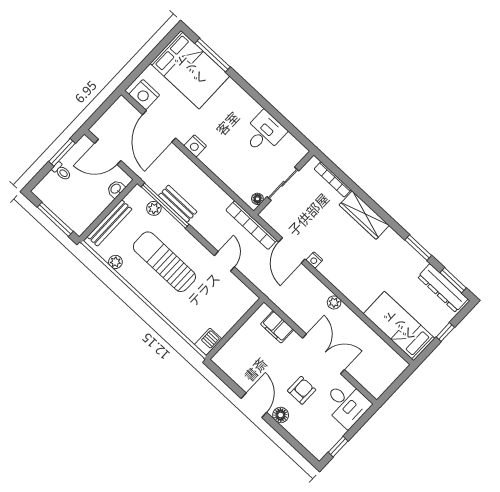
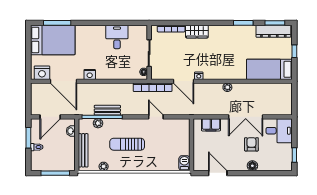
wardrobe: (364, 215) -> (197, 32), width x0.67
sun lounger: (164, 262) -> (127, 144), width x0.73, depth x0.75
double door: (324, 354) -> (246, 117), swing flipped
door: (254, 405) -> (218, 173), moved

